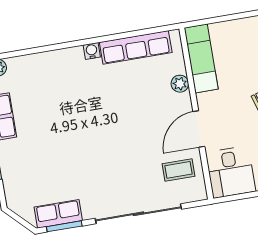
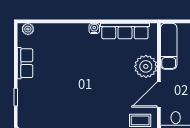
plant: (180, 84) -> (146, 66), width x1.88, depth x1.88

